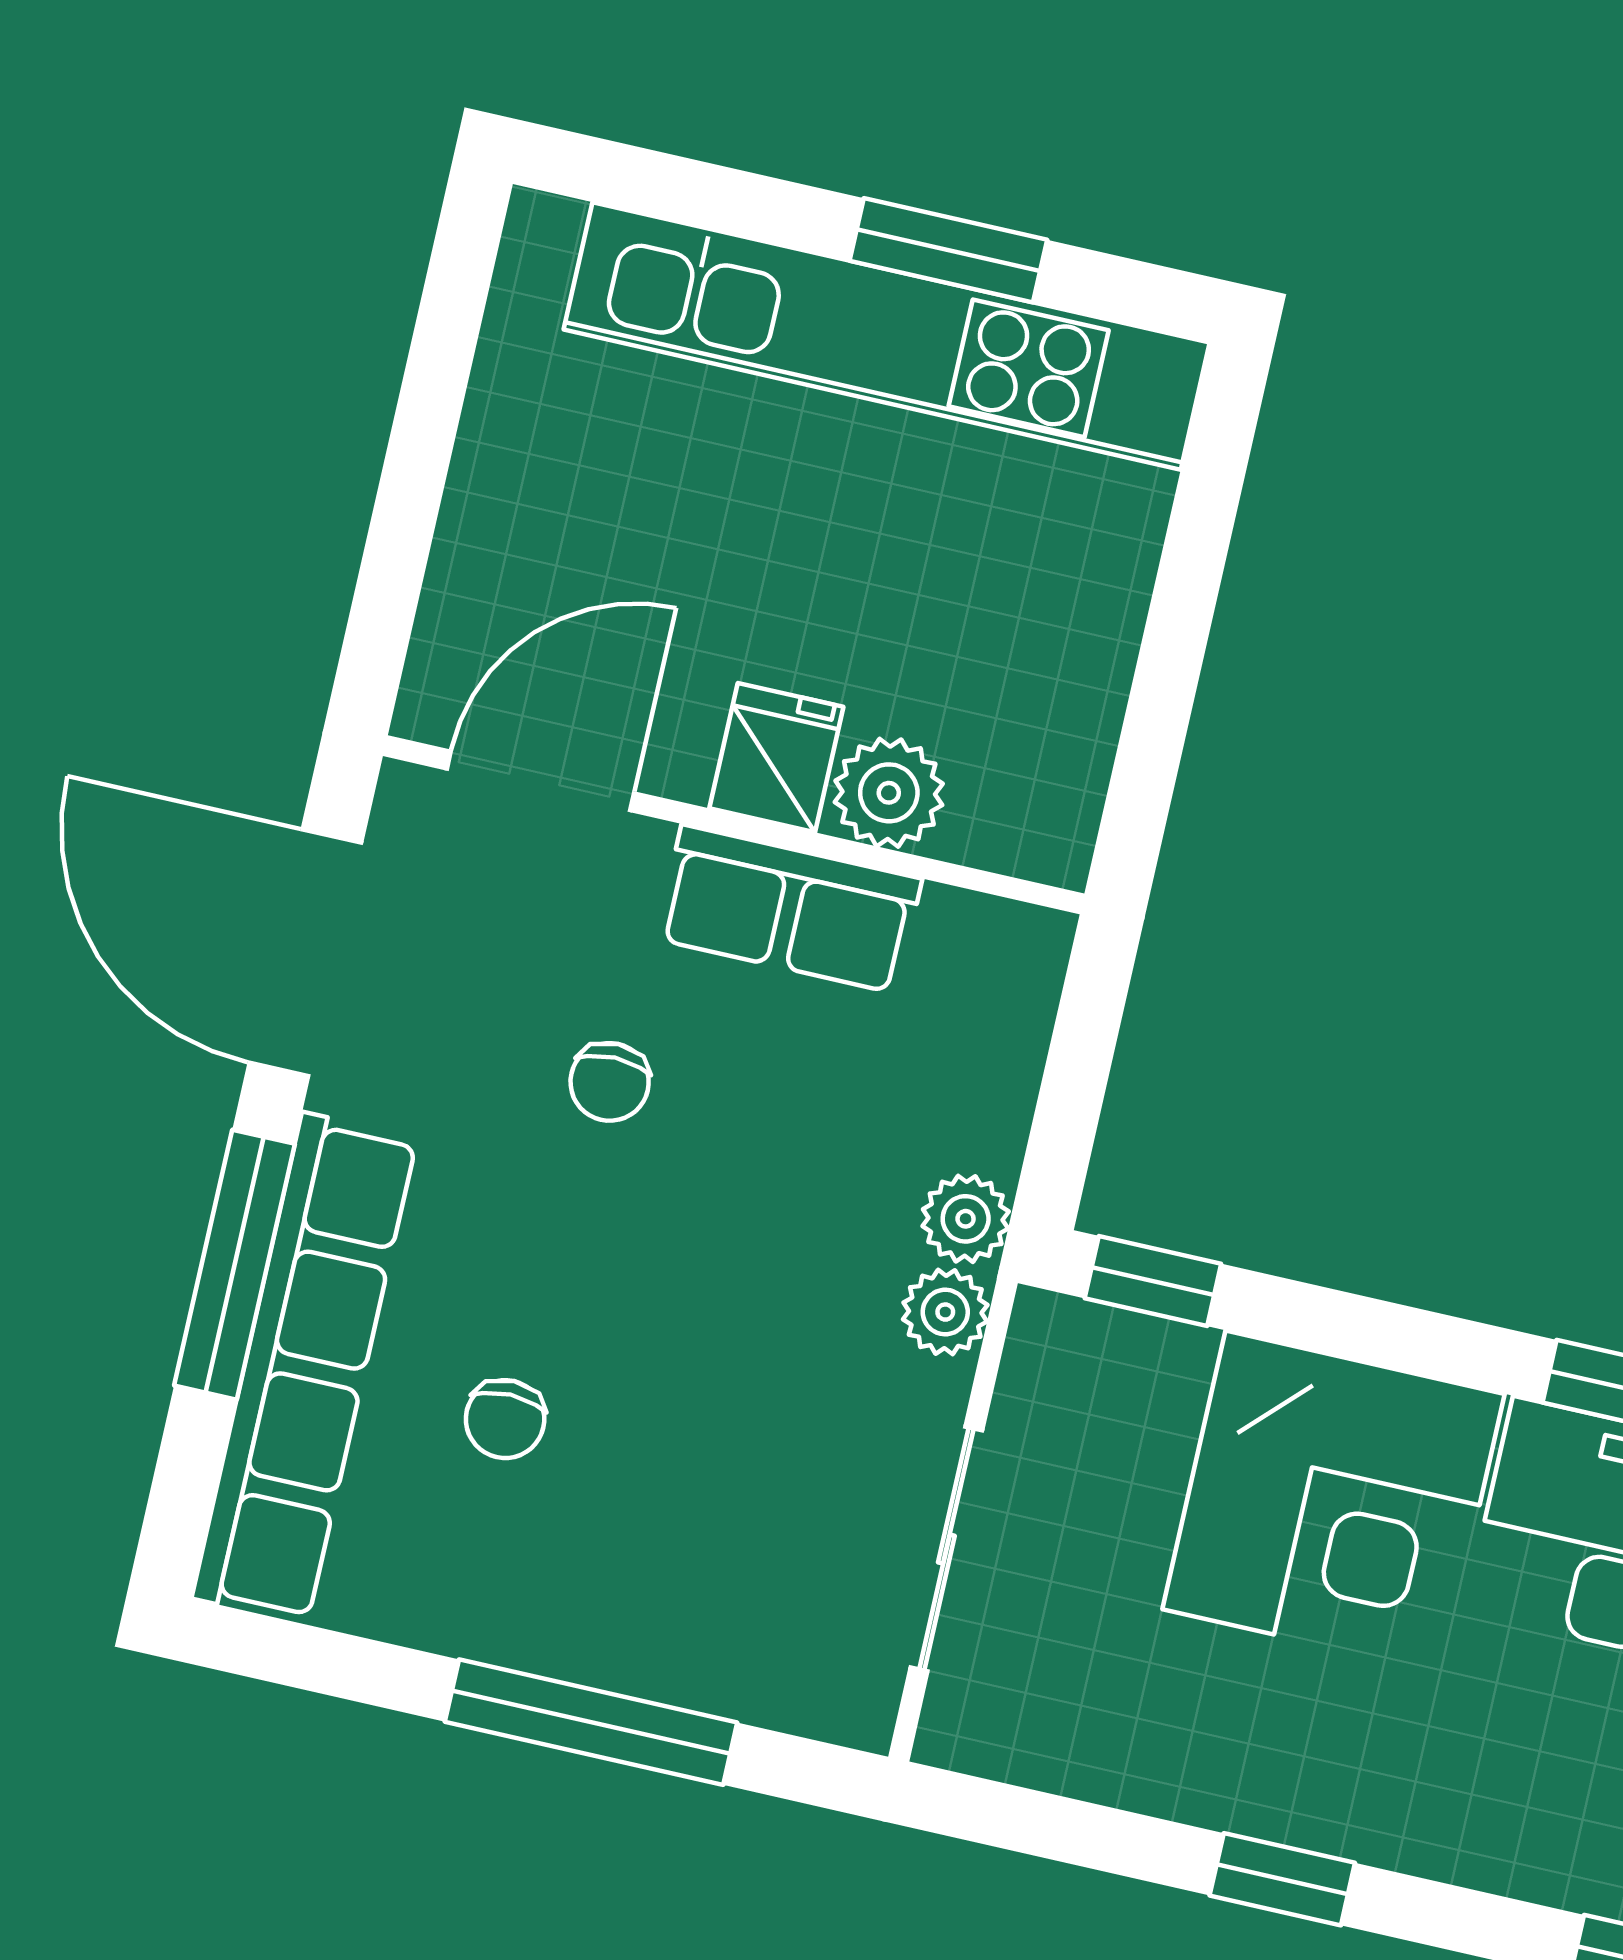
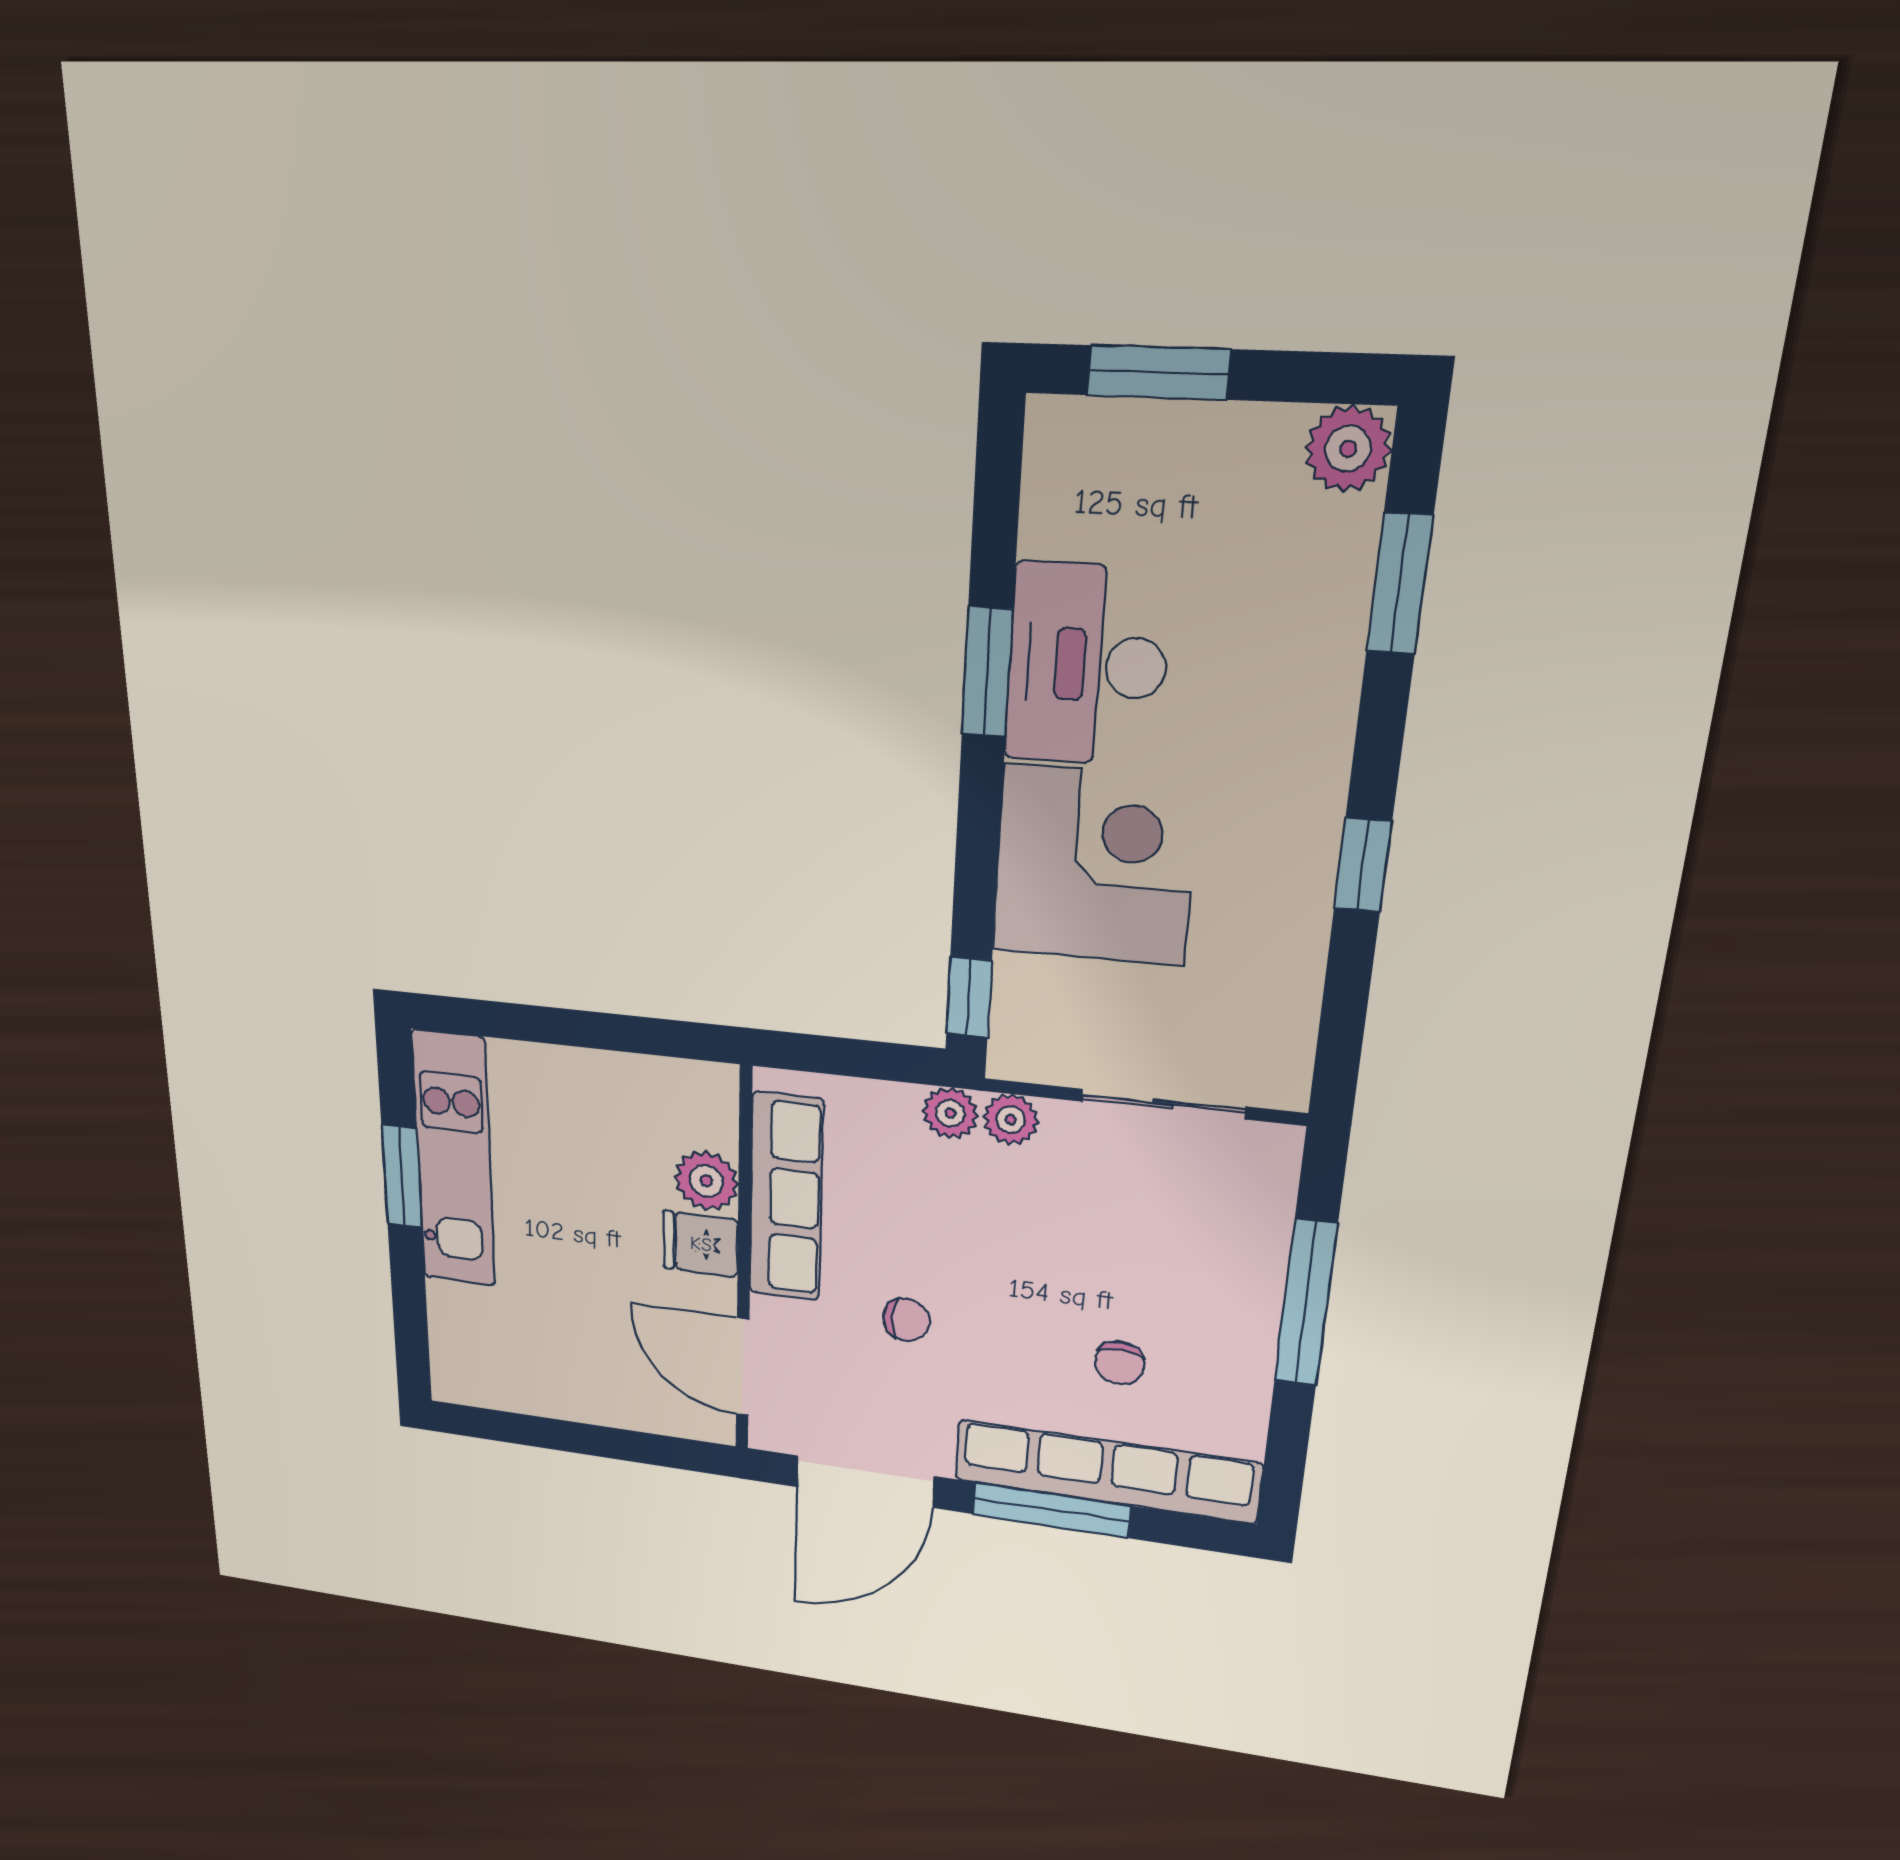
kitchen unit: (887, 336) -> (454, 1160), width x0.73
row of seats: (789, 909) -> (786, 1197), width x1.48
chair: (505, 1419) -> (1120, 1363), turned 91

